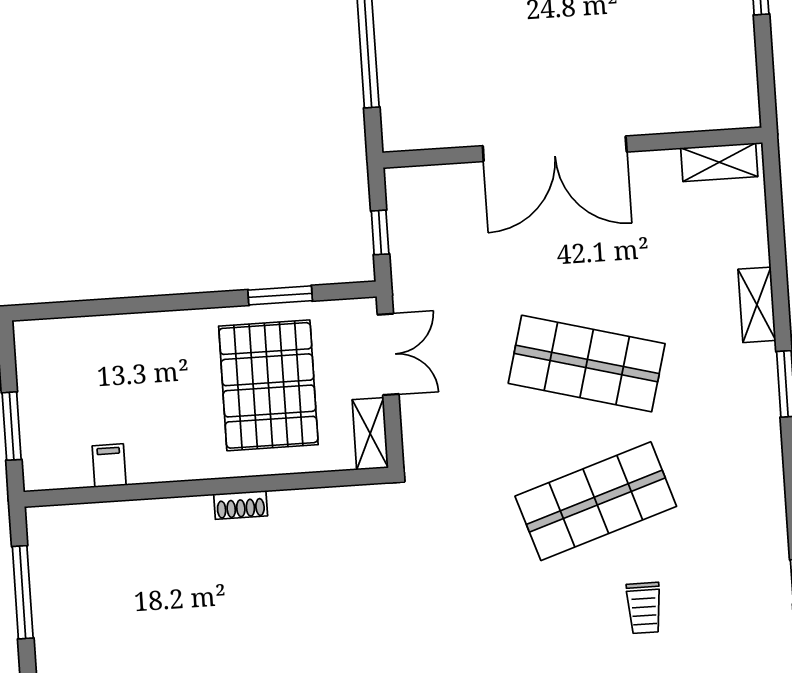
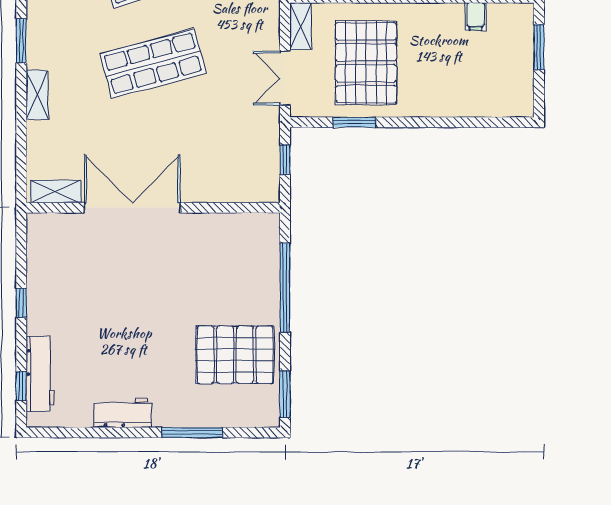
double door: (555, 149) -> (132, 208), moved
shop shelf: (587, 364) -> (153, 63), turned -30

